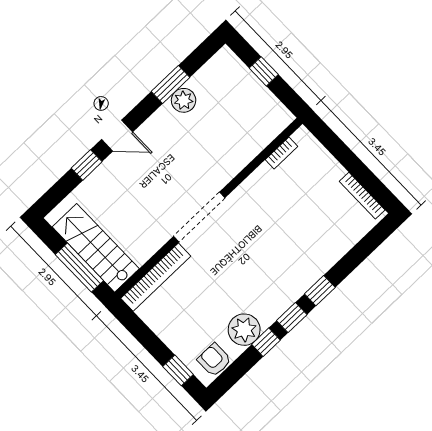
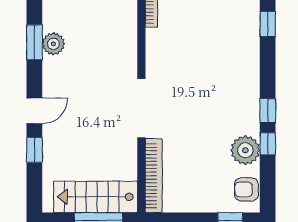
window: (320, 291) -> (268, 24), moved

